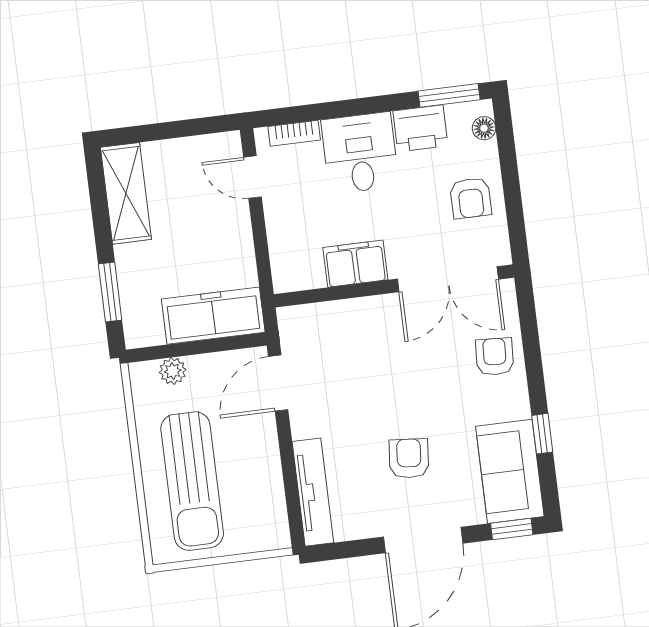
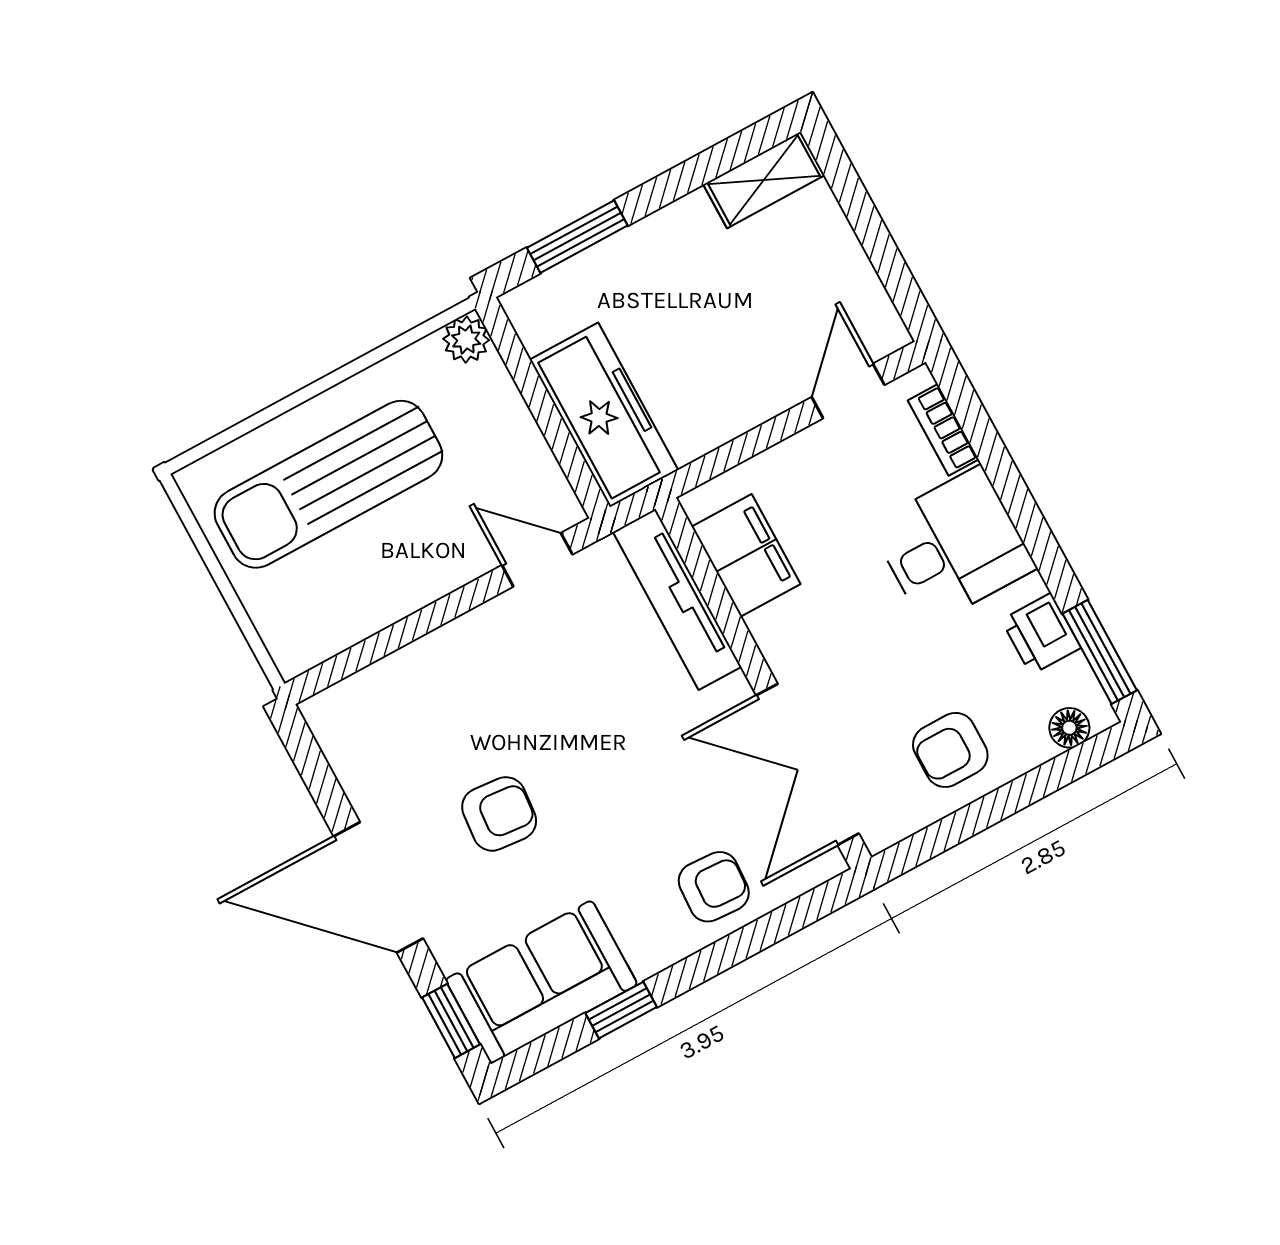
printer: (420, 128) -> (1041, 634), width x0.73, depth x0.81
shelving: (126, 193) -> (764, 180), width x0.67, depth x0.75
filing cabinet: (355, 264) -> (746, 555), moved
plant: (173, 371) -> (466, 340), moved
door: (278, 383) -> (537, 560), width x0.73
tv unit: (313, 492) -> (677, 599), moved, turned 90

